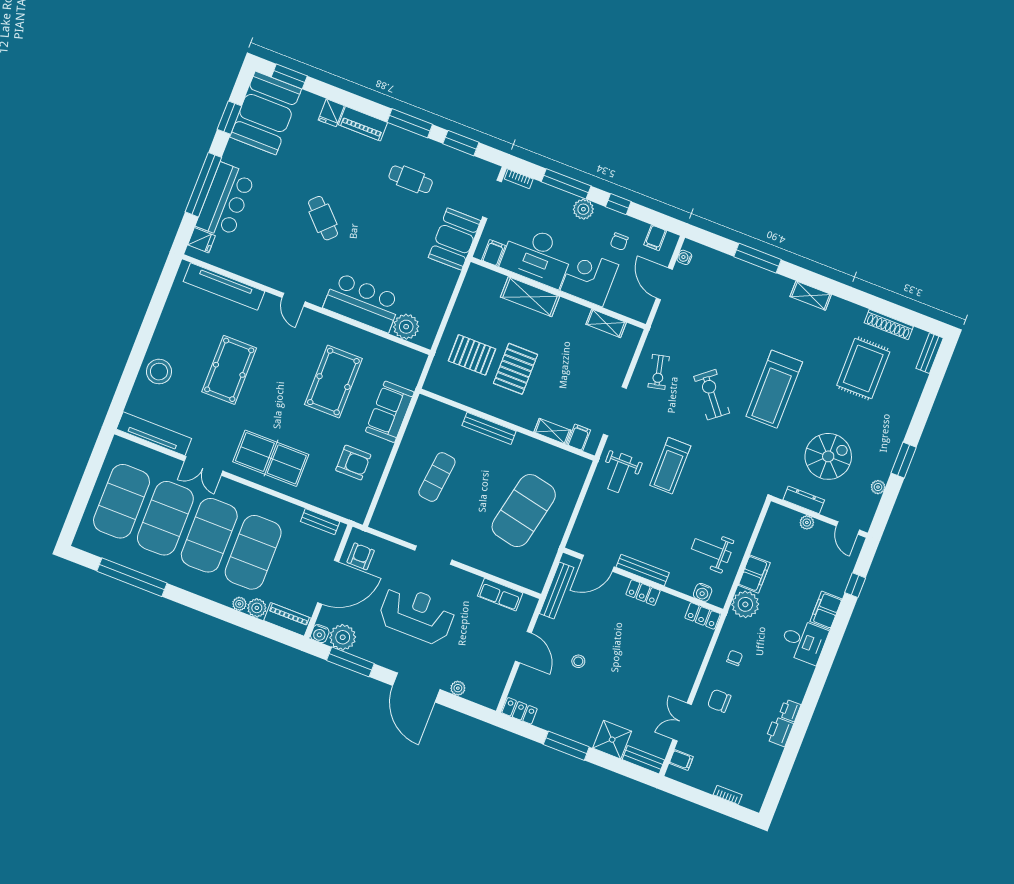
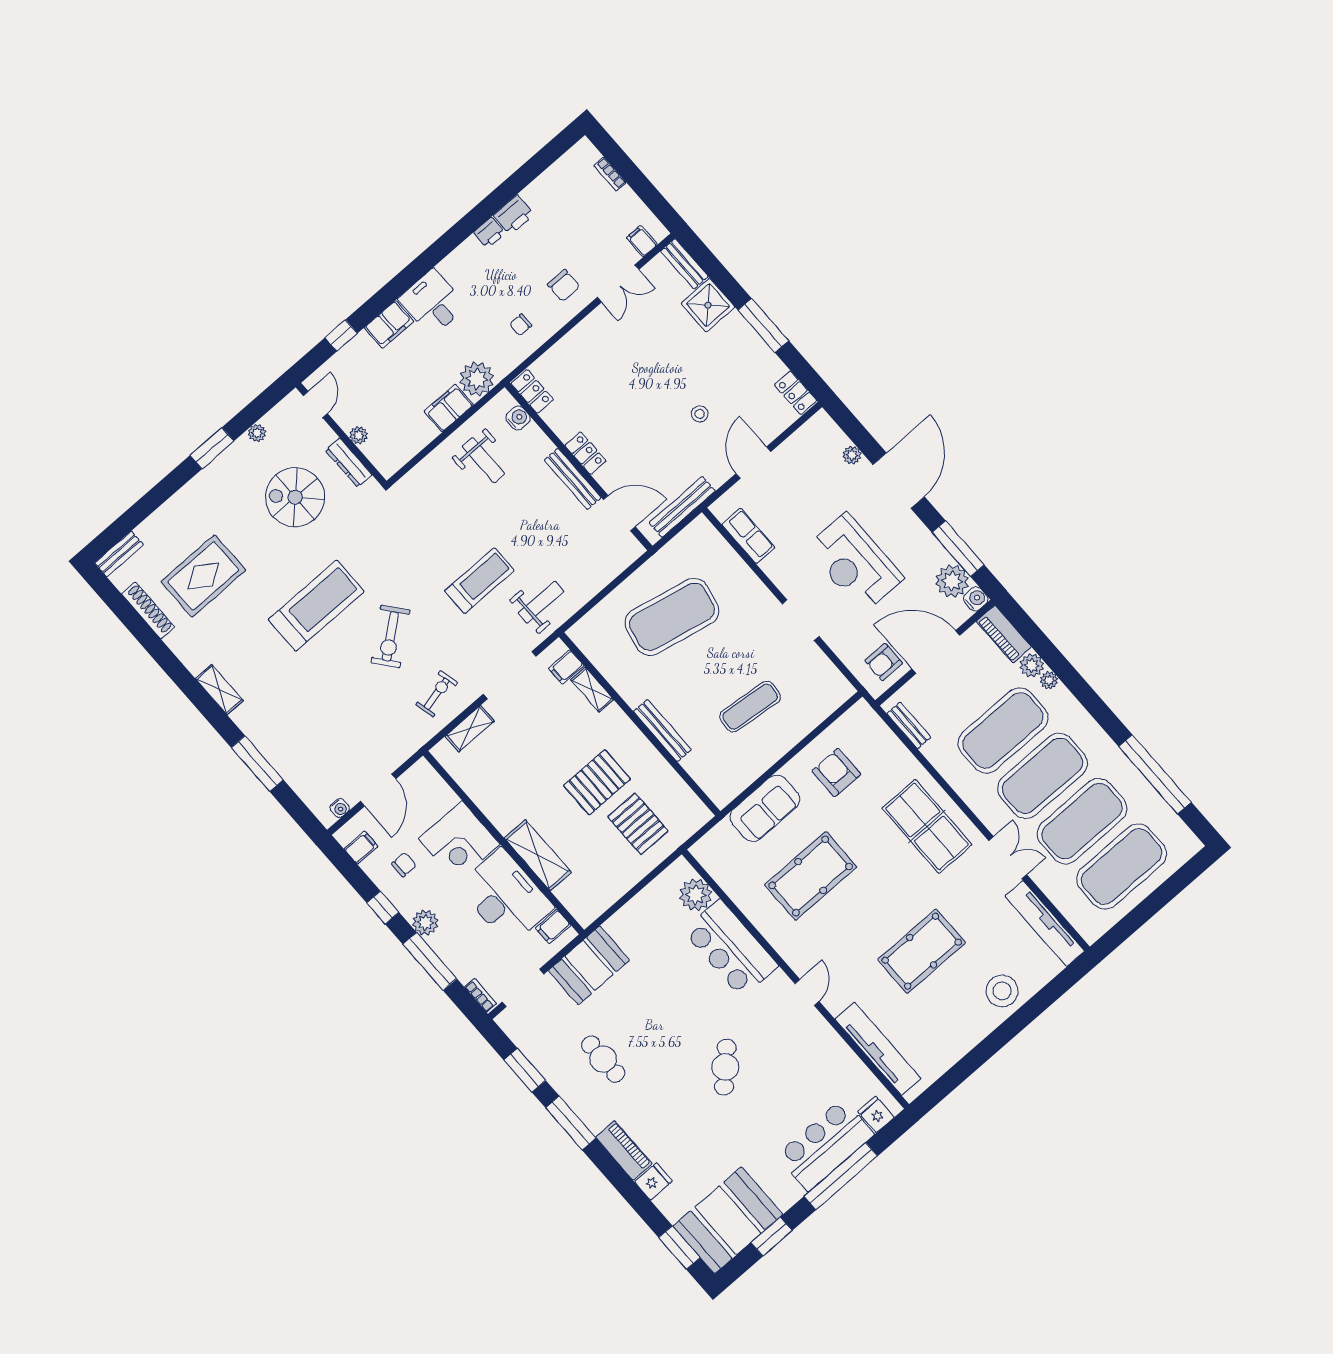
shelving: (606, 323) -> (470, 729), moved, turned 90

